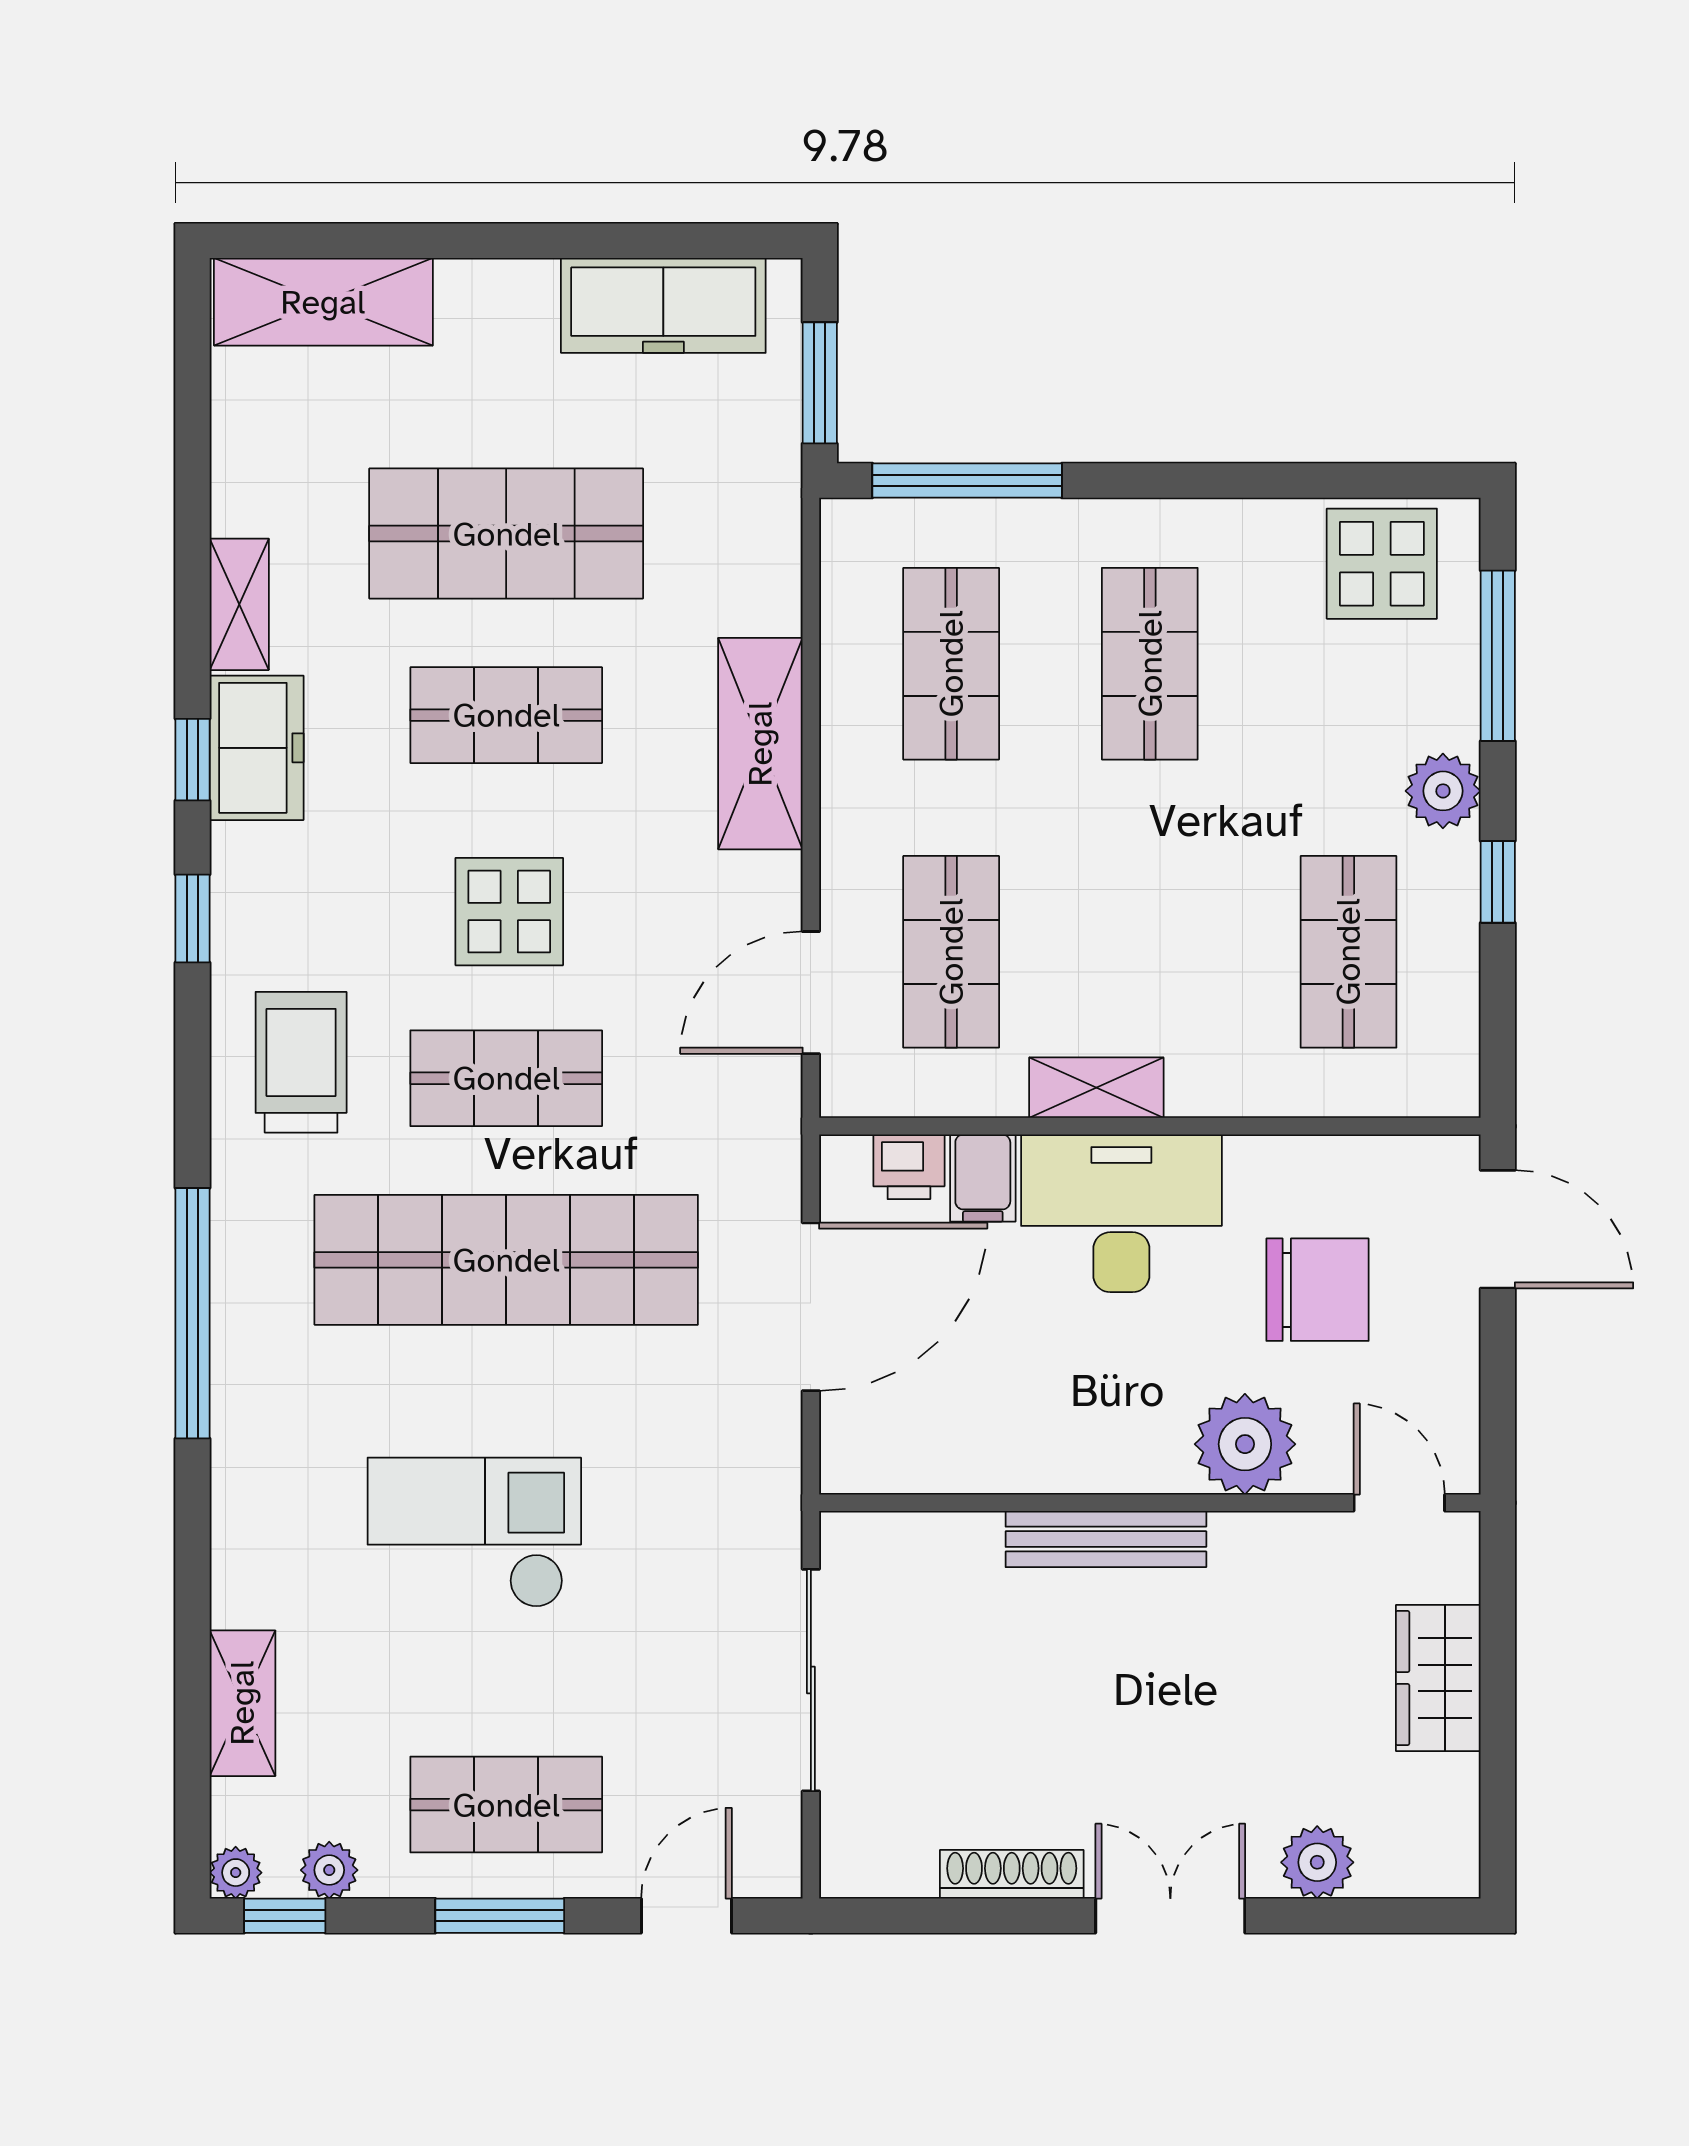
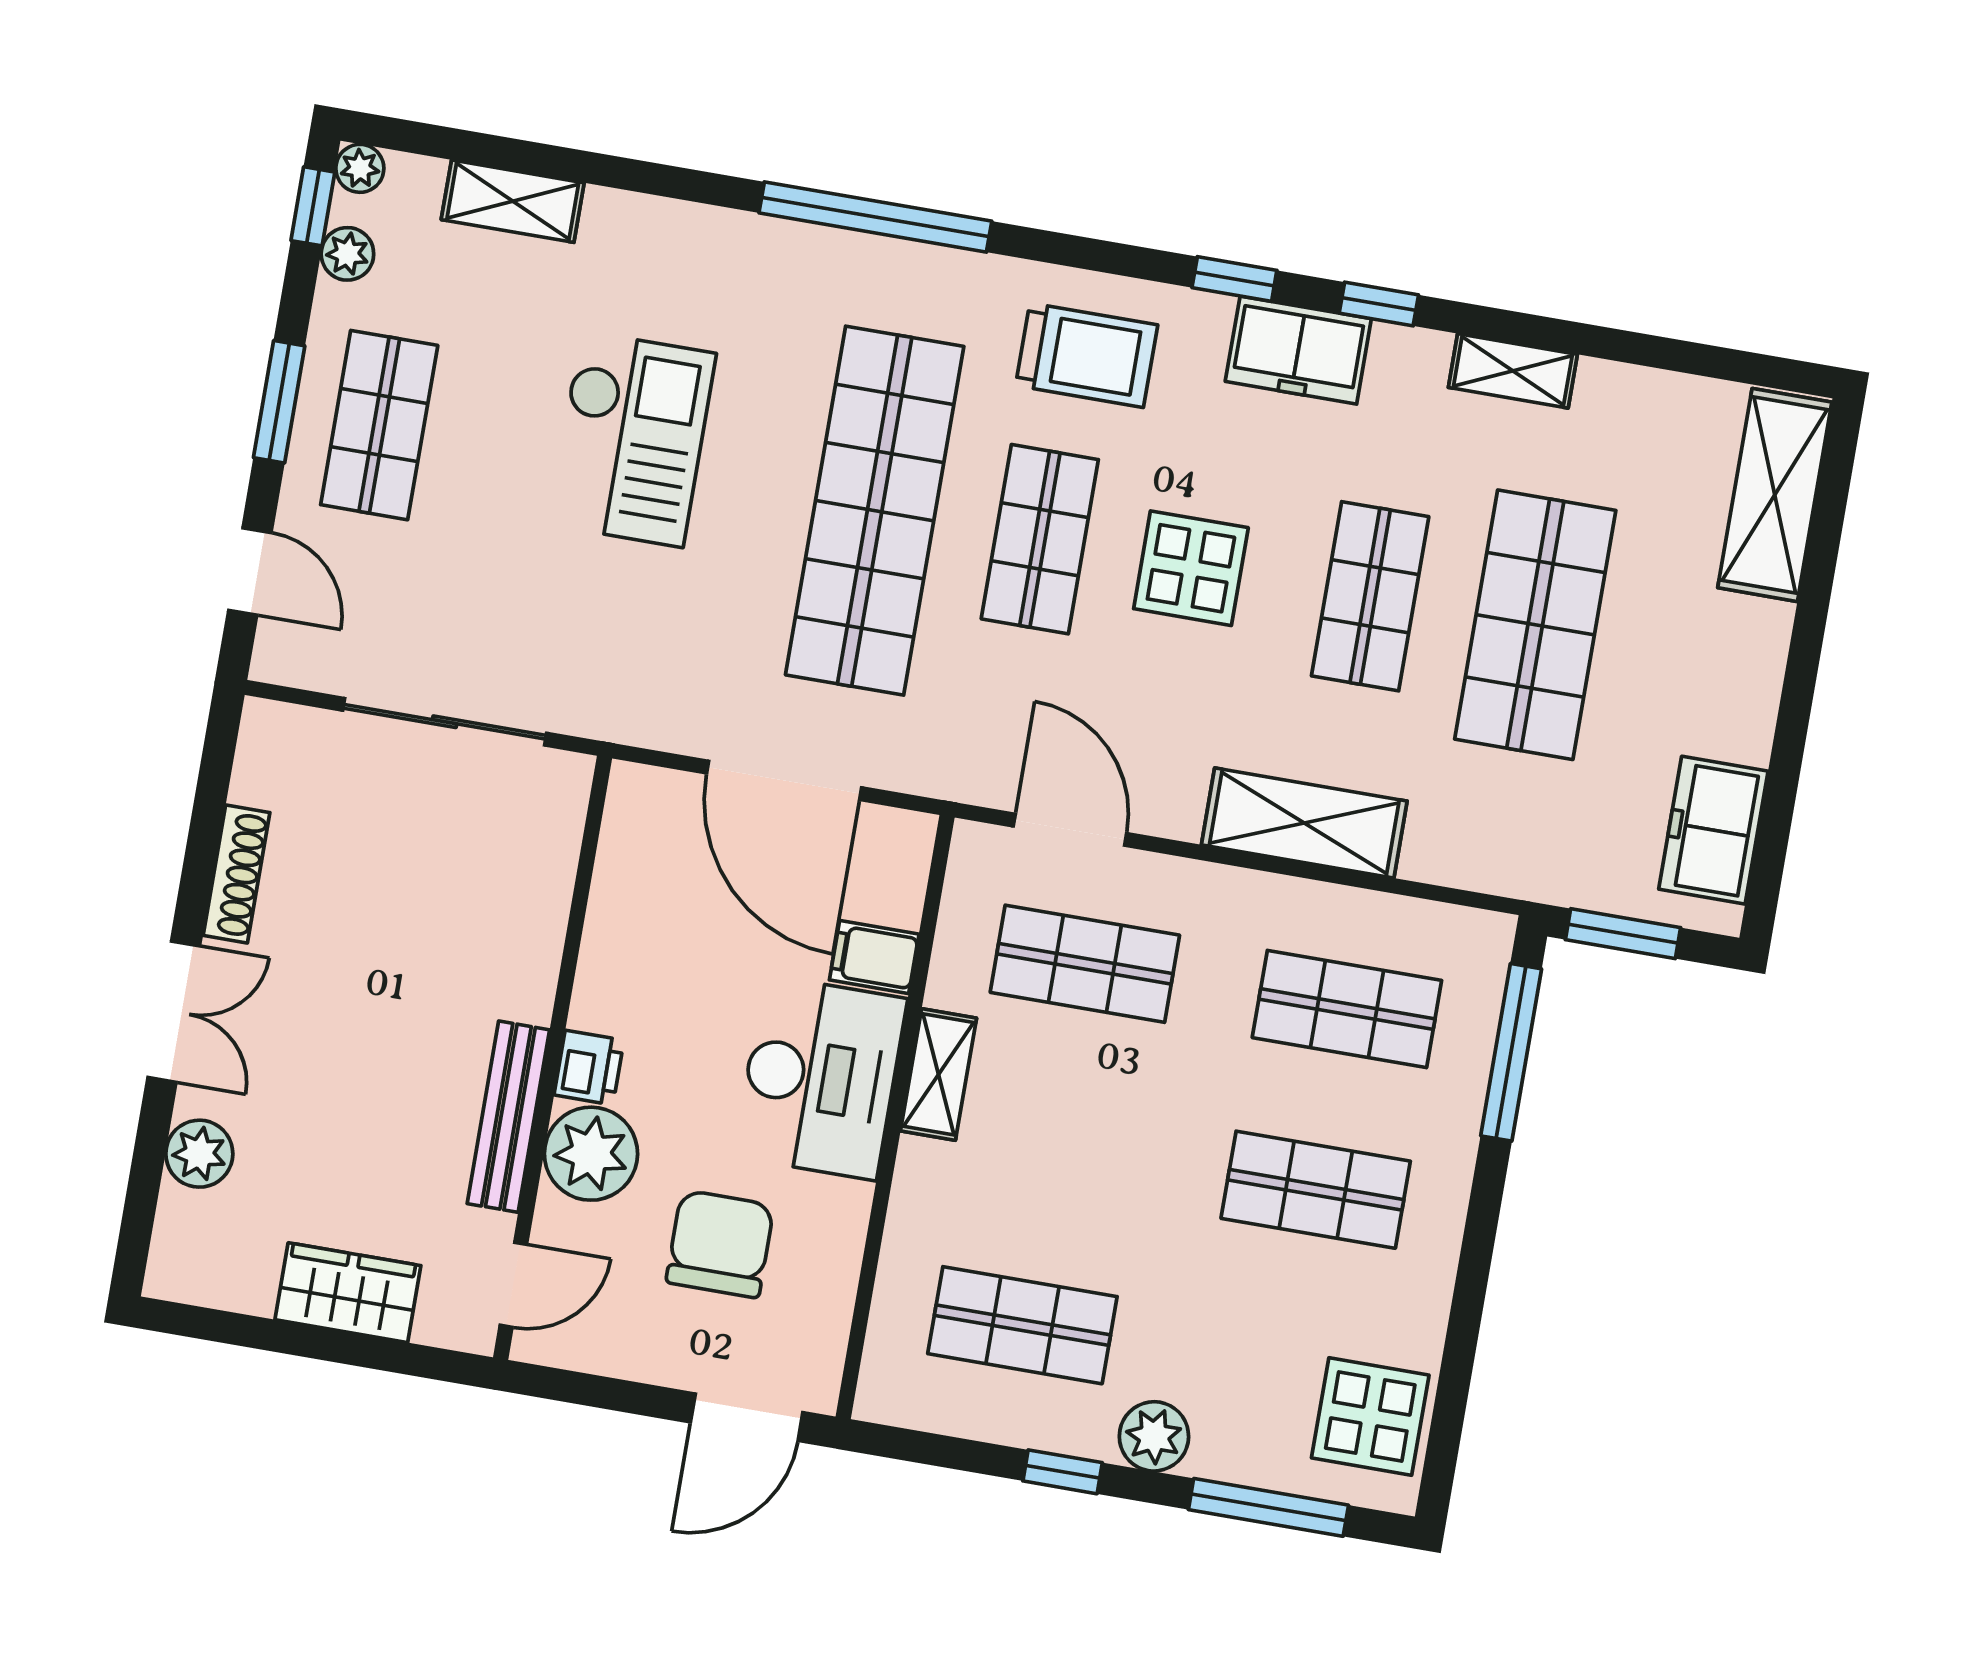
freezer: (663, 305) -> (1713, 830), width x0.71
freezer: (257, 748) -> (1298, 350), moved
printer: (909, 1167) -> (589, 1068), moved, turned 180
chair: (1317, 1290) -> (720, 1244), turned 180
bench: (1106, 1539) -> (508, 1117), moved

